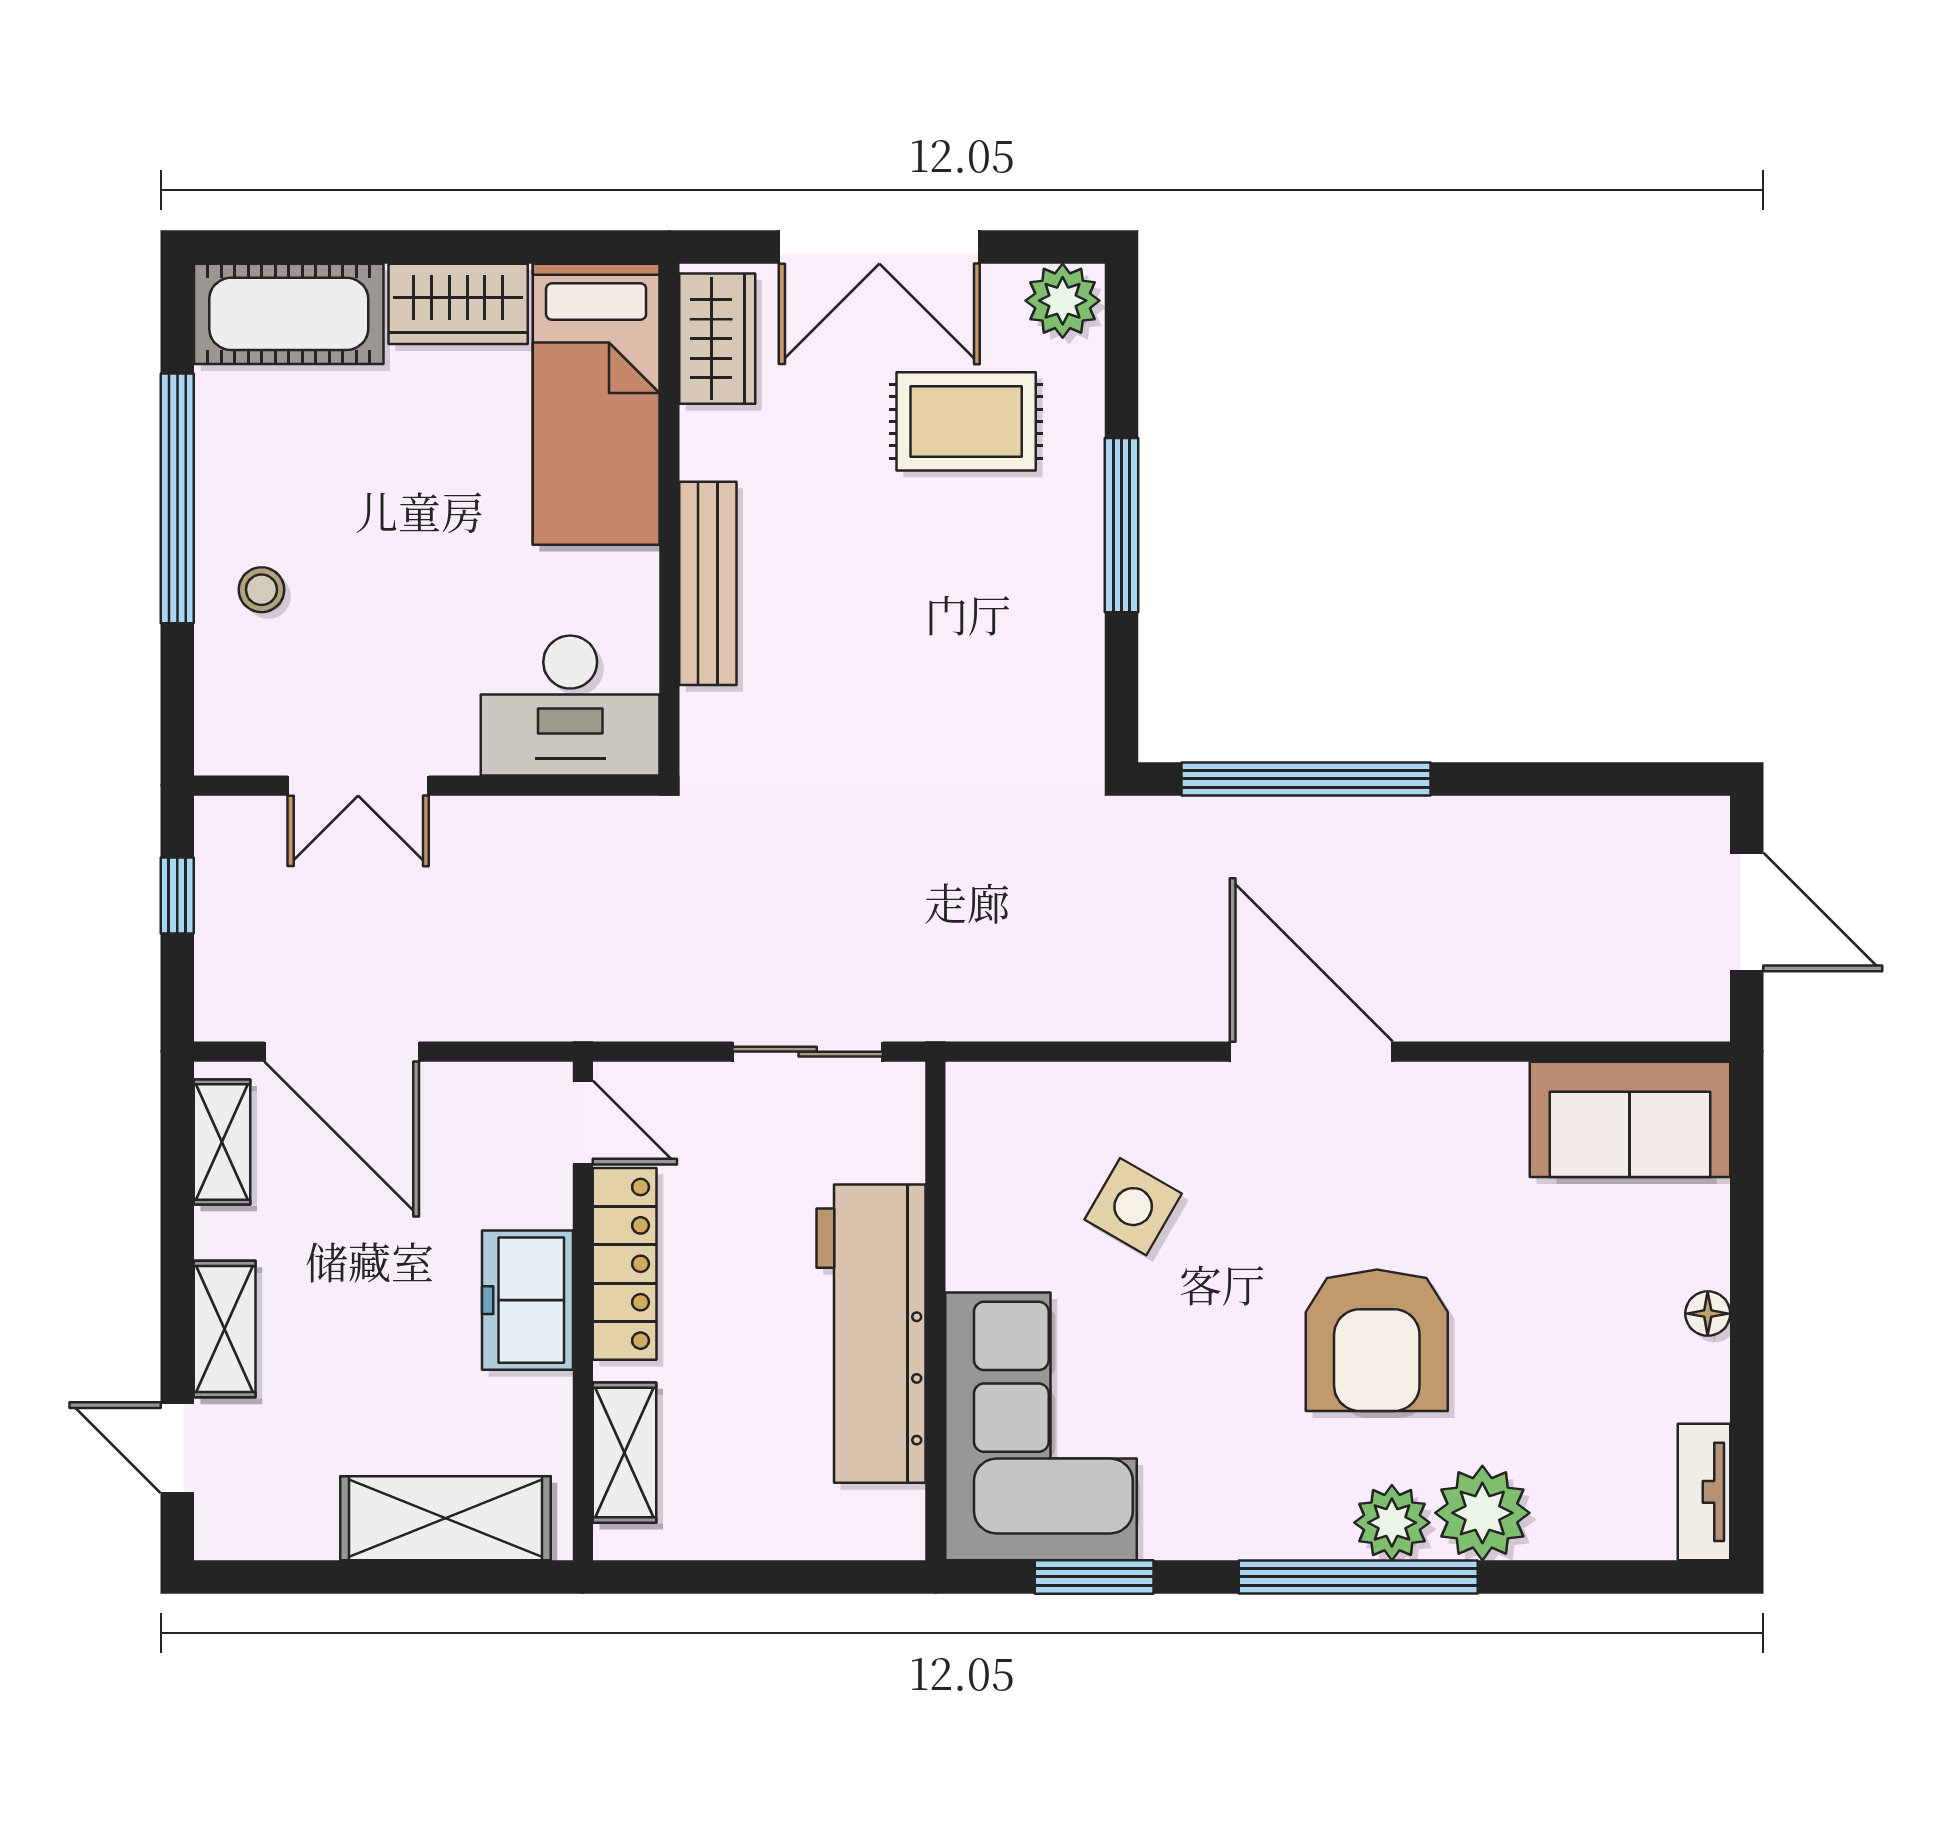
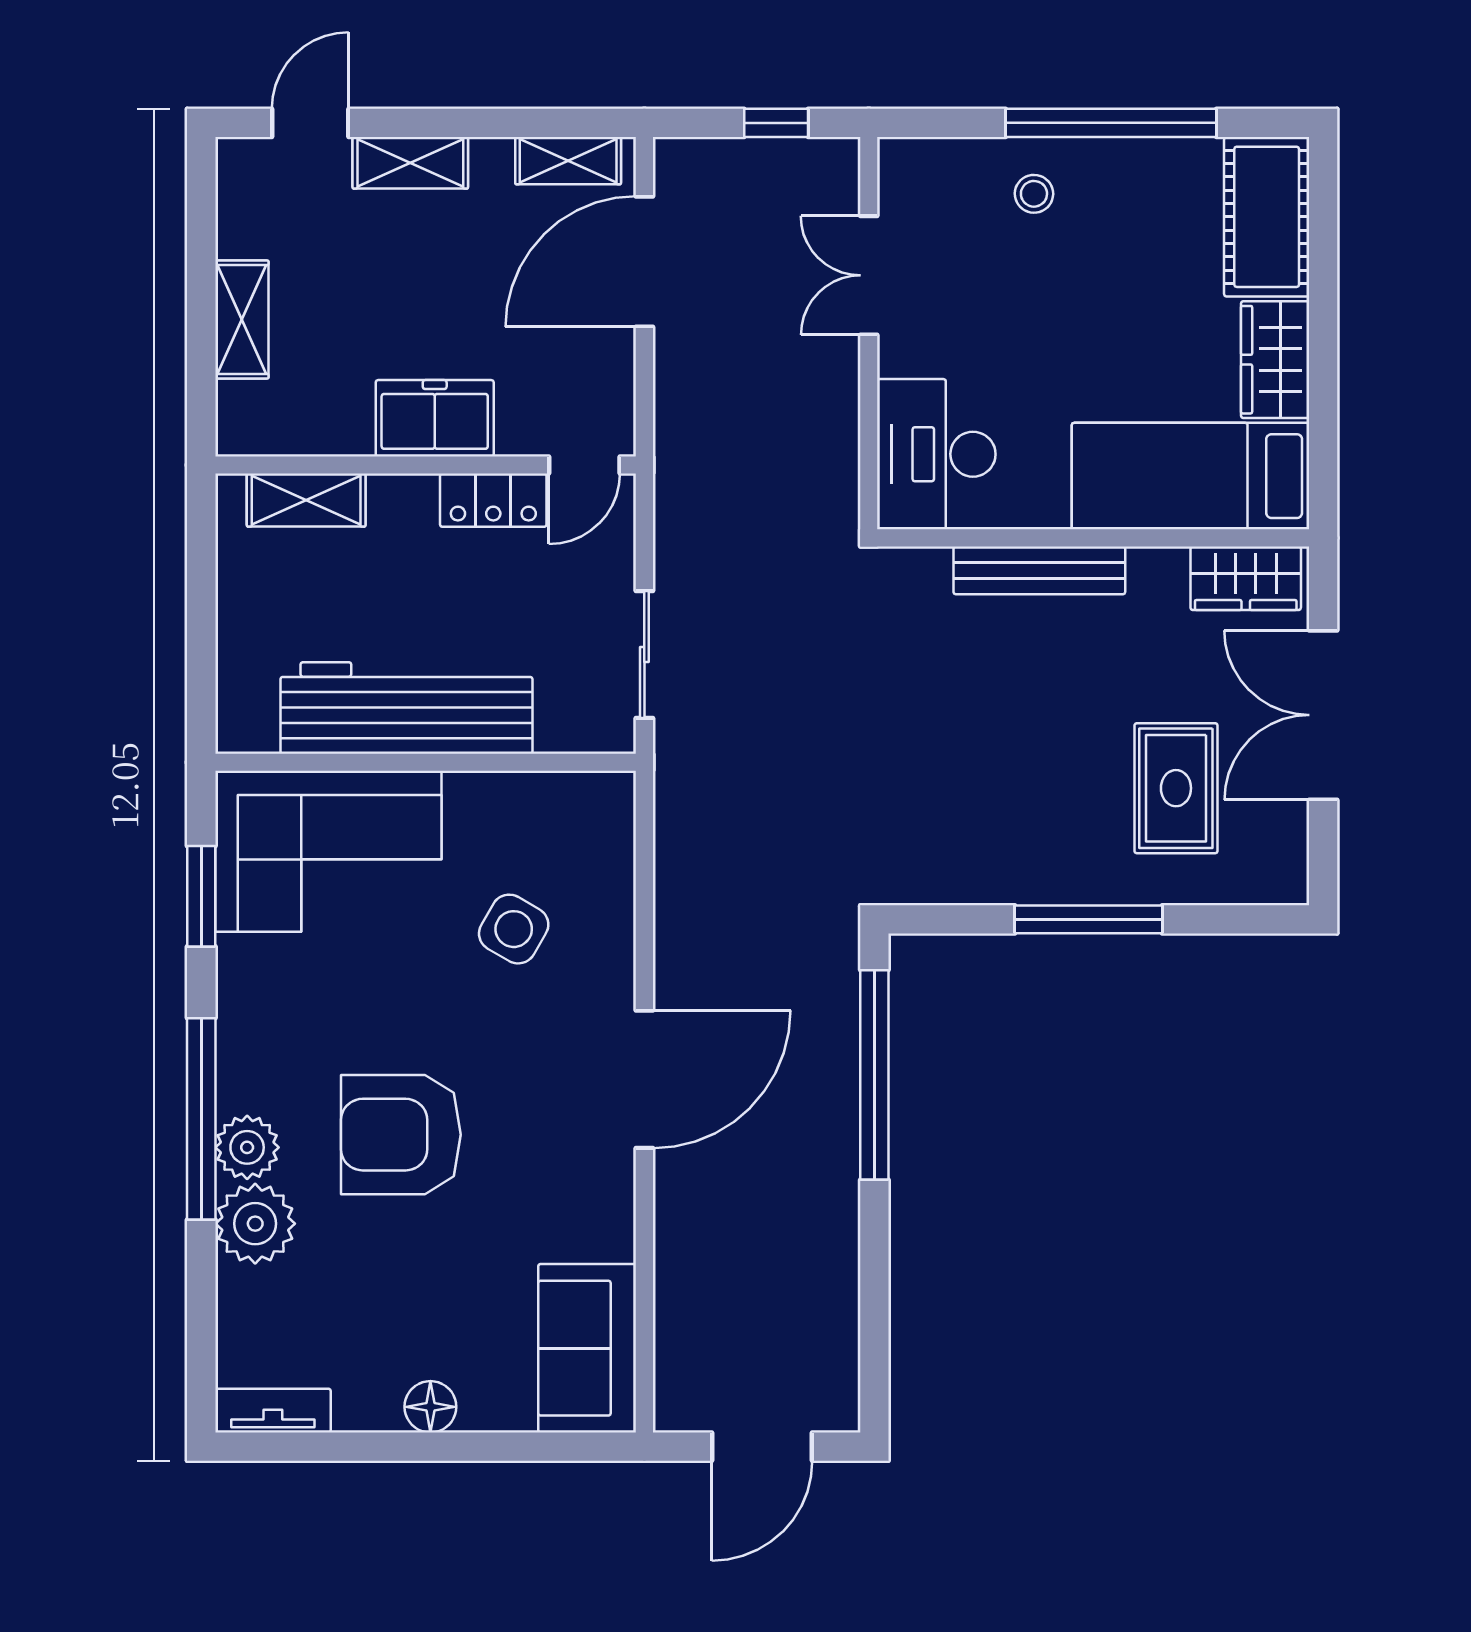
plant: (1063, 301) -> (1278, 870), removed
locker: (625, 1264) -> (493, 500), width x0.66
floor lamp: (1708, 1314) -> (430, 1407), width x1.37, depth x1.37
shelving: (445, 1518) -> (242, 319), width x0.67, depth x0.75

